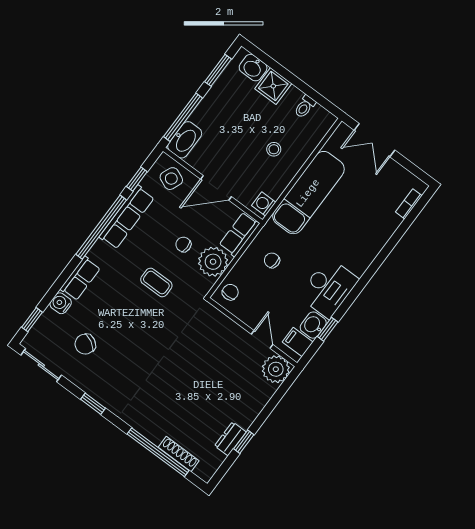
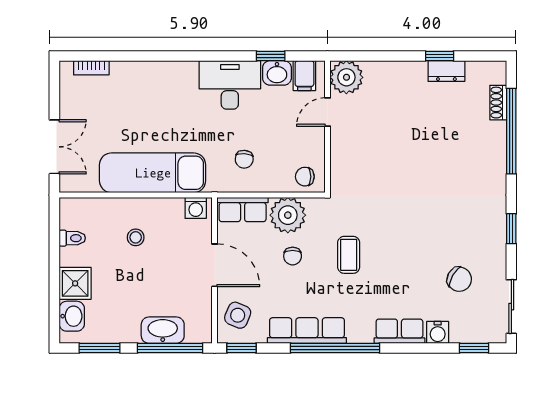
washbasin: (185, 140) -> (163, 330), moved
window: (137, 179) -> (241, 348), moved
shoe rack: (179, 454) -> (498, 103), width x0.70

